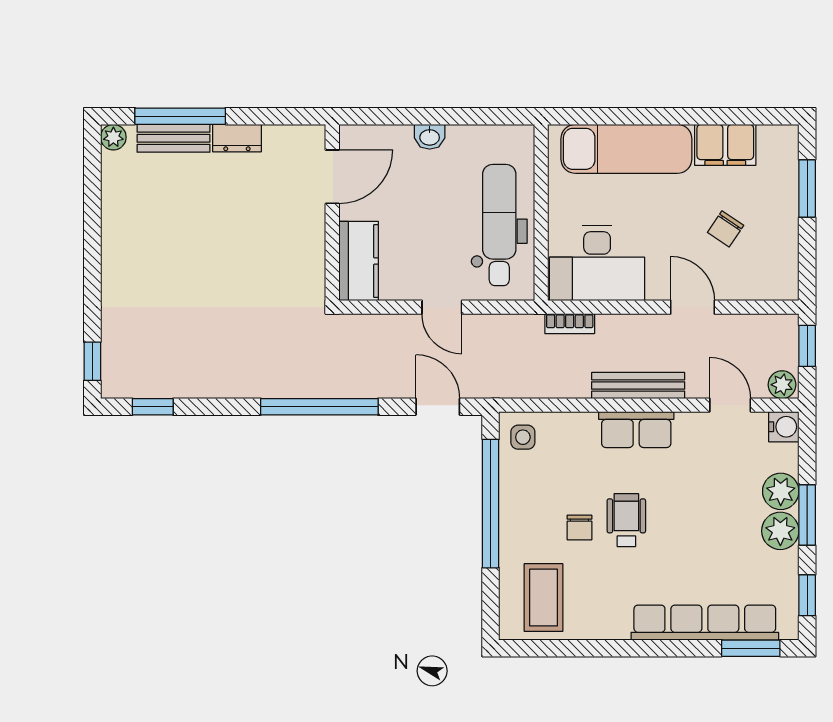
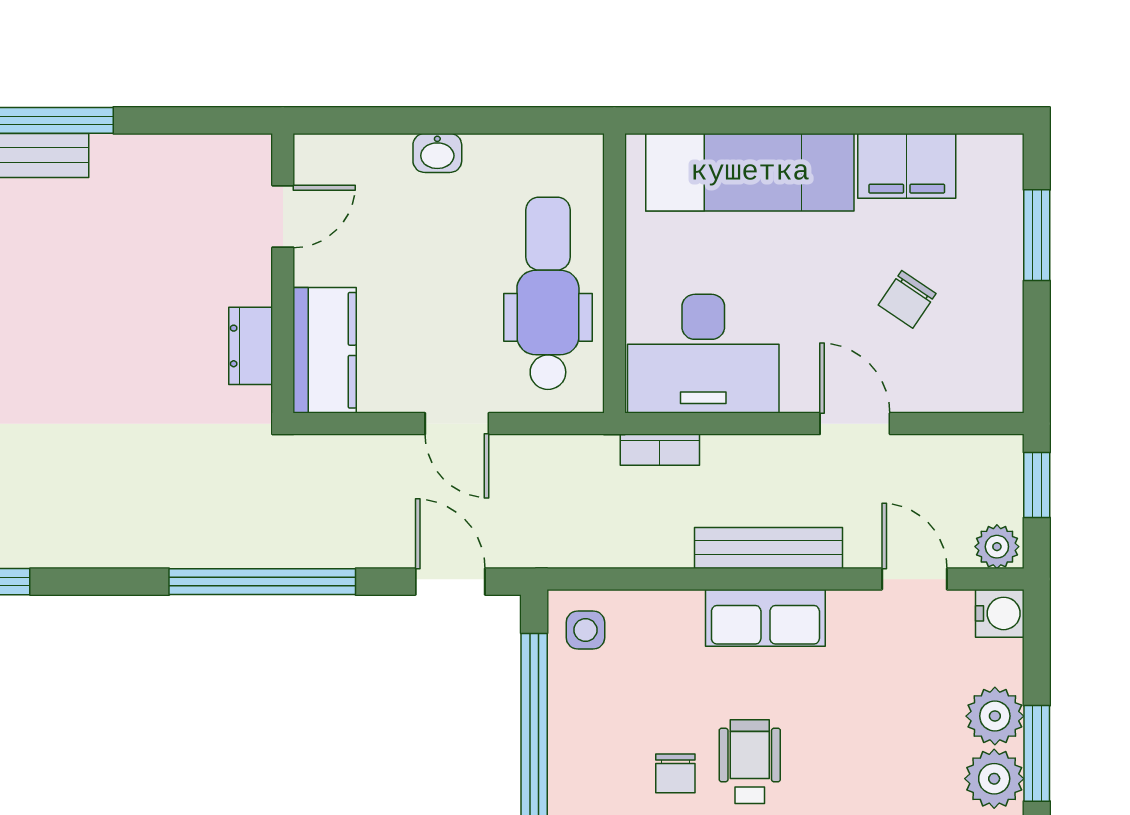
dresser: (237, 138) -> (251, 346), moved, turned 90
door: (332, 177) -> (283, 216), width x0.73

